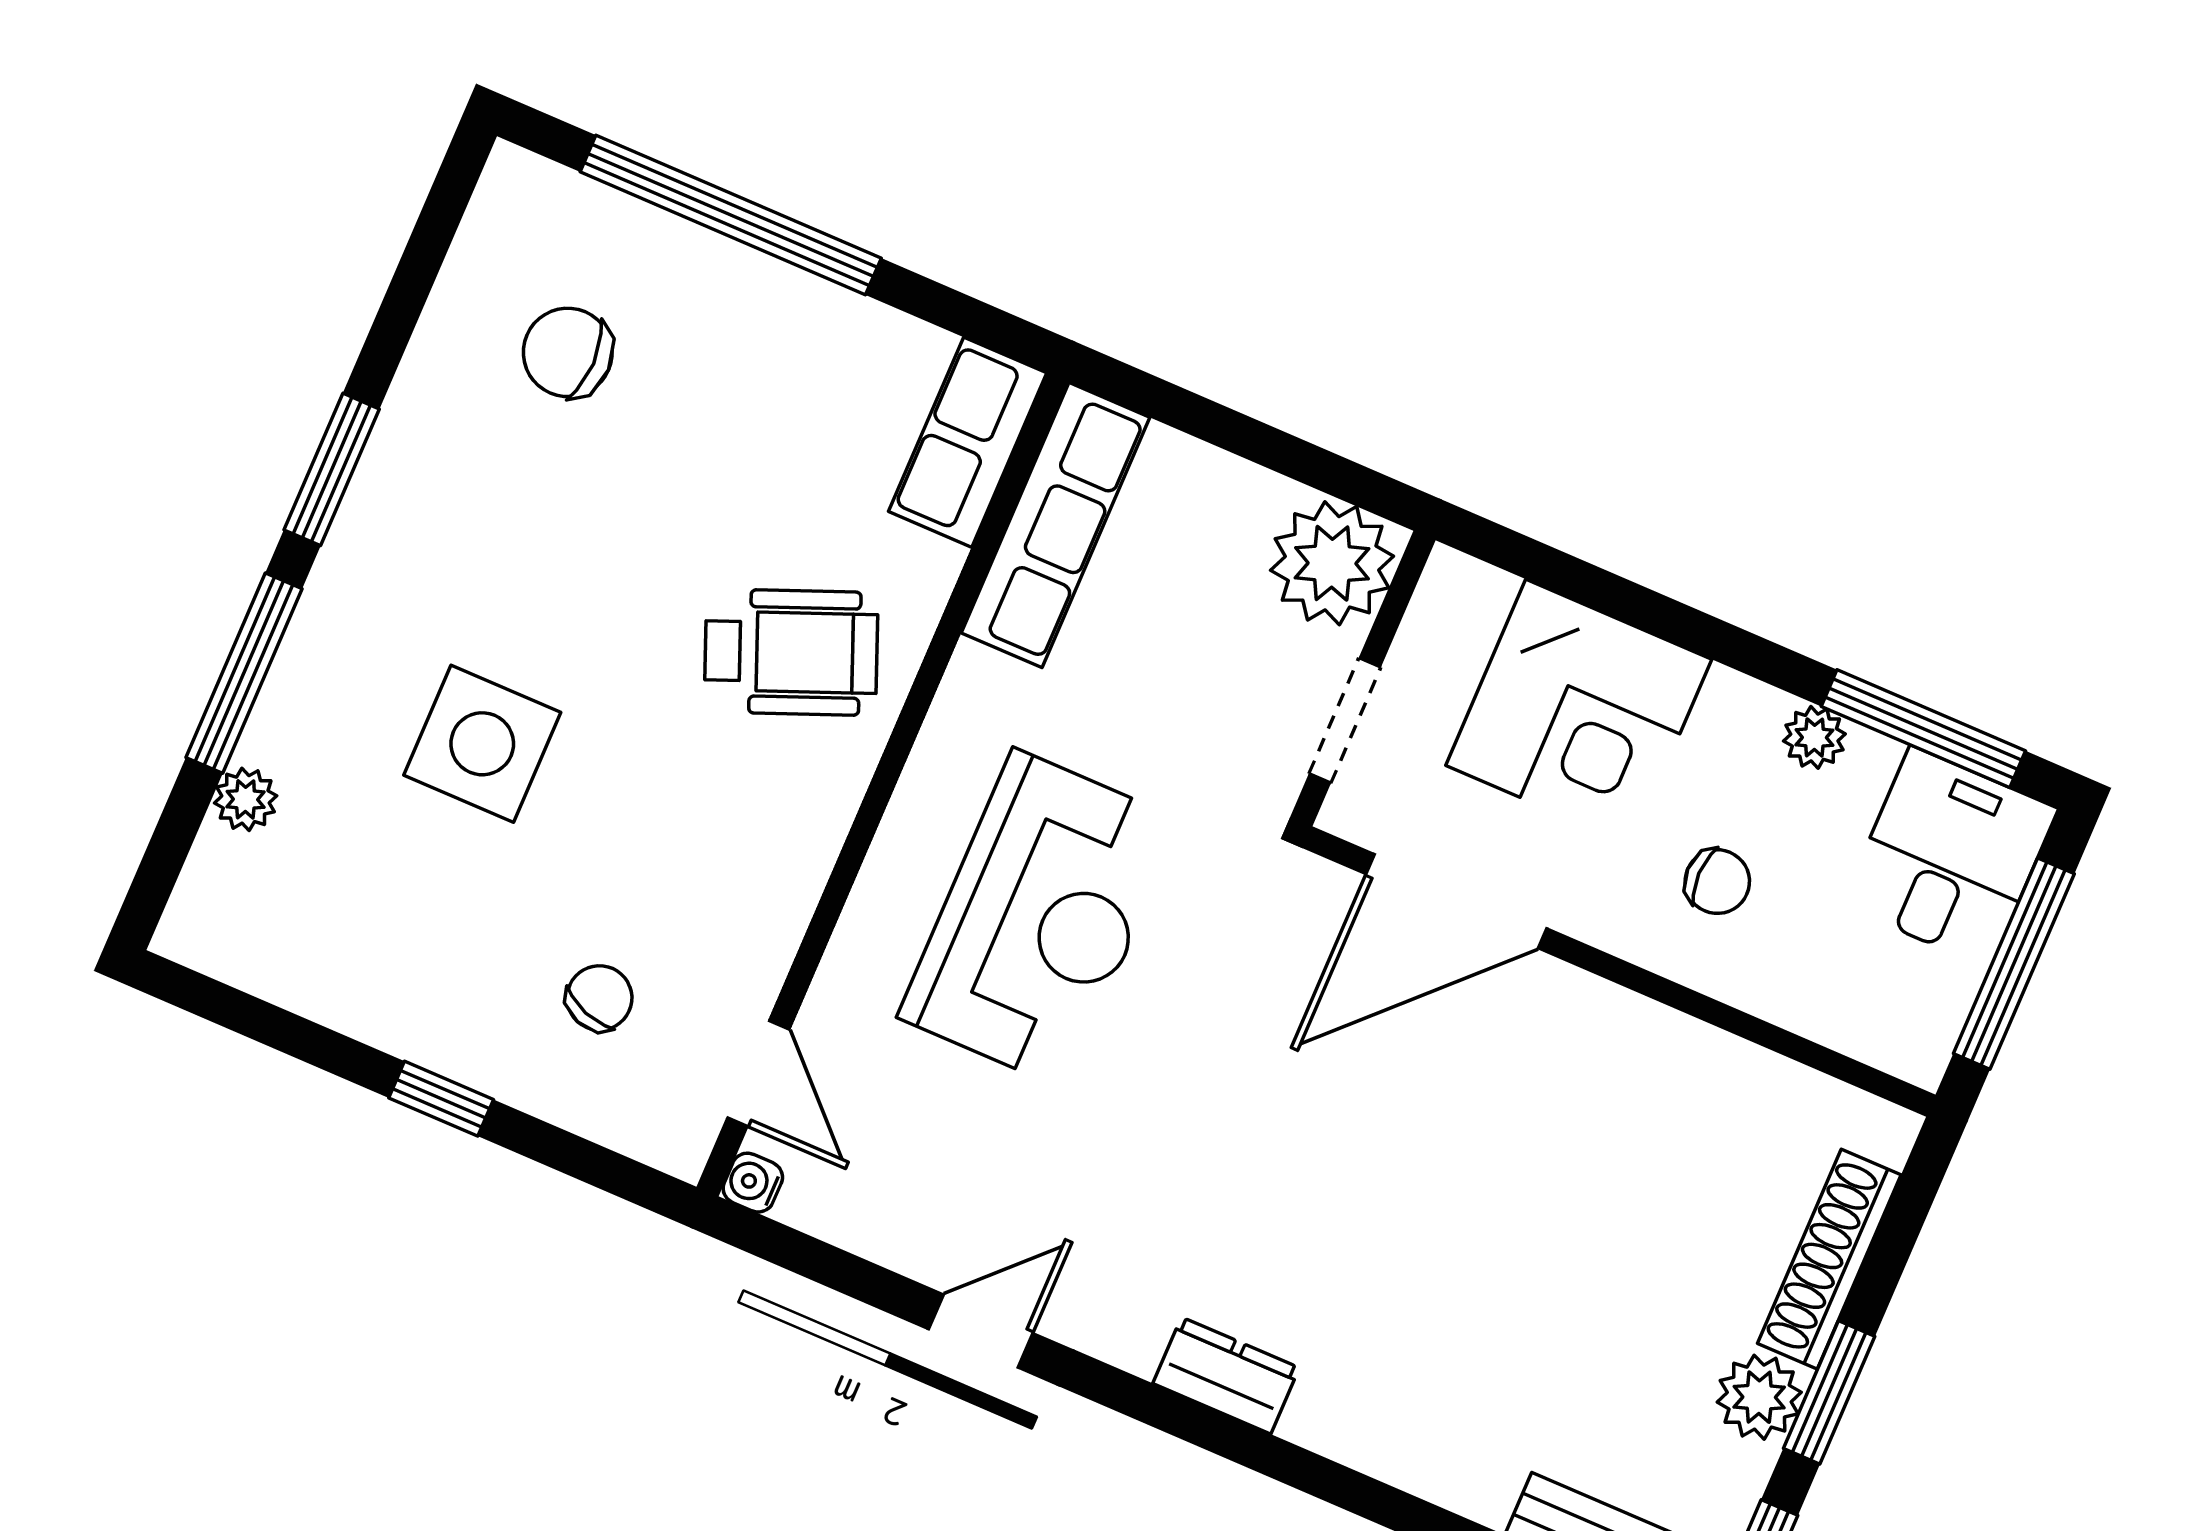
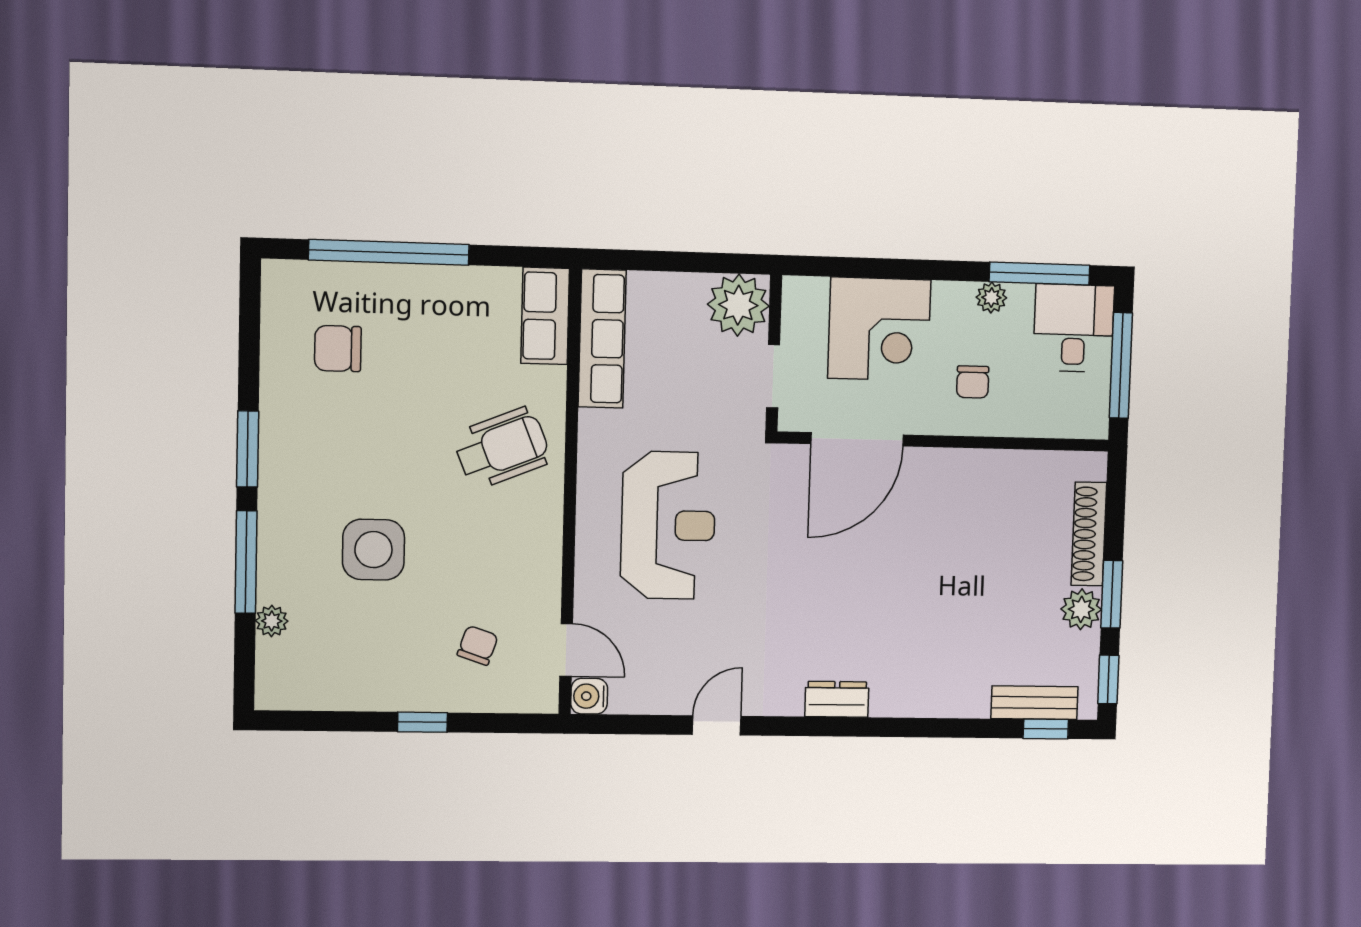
chair: (1717, 882) -> (973, 382), turned 90
water cooler: (753, 1183) -> (589, 696), width x1.38, depth x1.38

